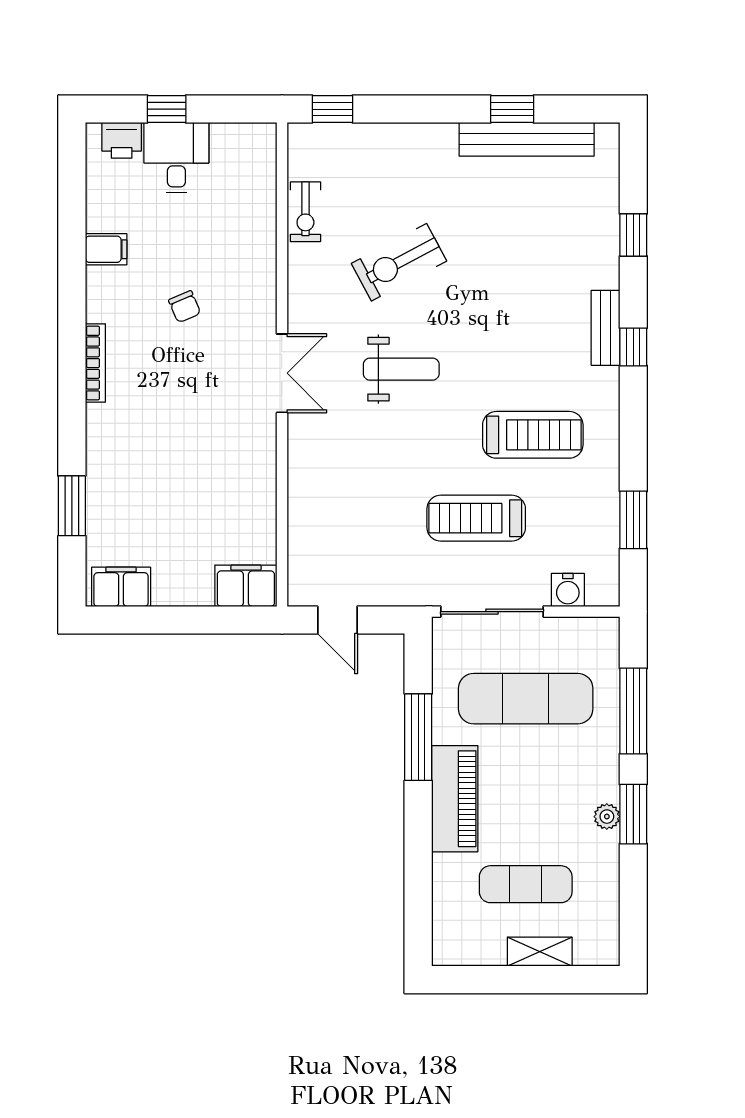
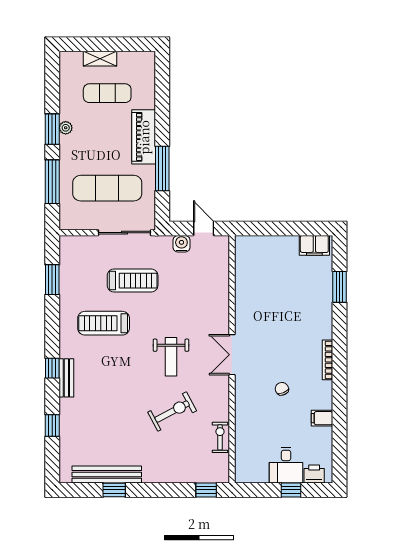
weight bench: (401, 369) -> (171, 357), turned -90
filing cabinet: (246, 586) -> (250, 246), removed
water cooler: (568, 590) -> (181, 244), moved

